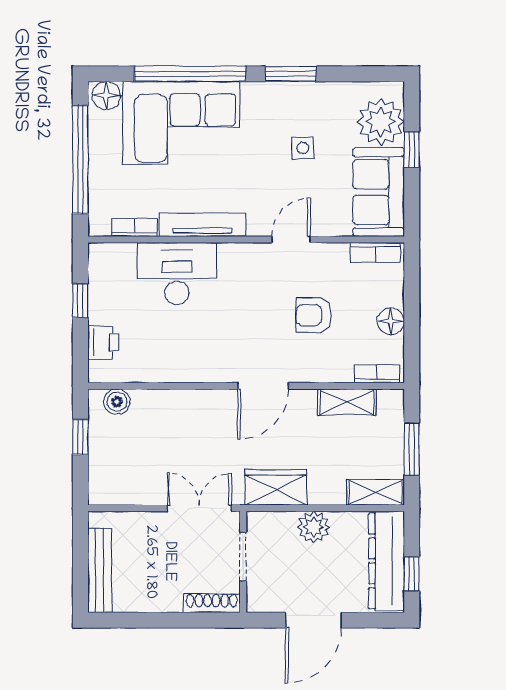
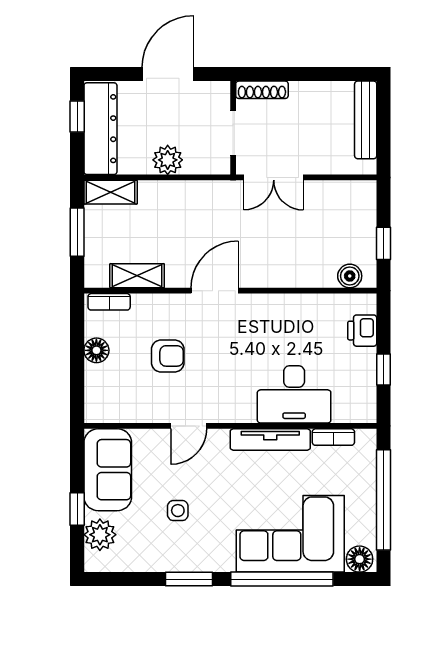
plant: (381, 122) -> (100, 535), width x0.73, depth x0.73
bookcase: (376, 252) -> (111, 414), removed
wardrobe: (276, 487) -> (203, 197), removed

